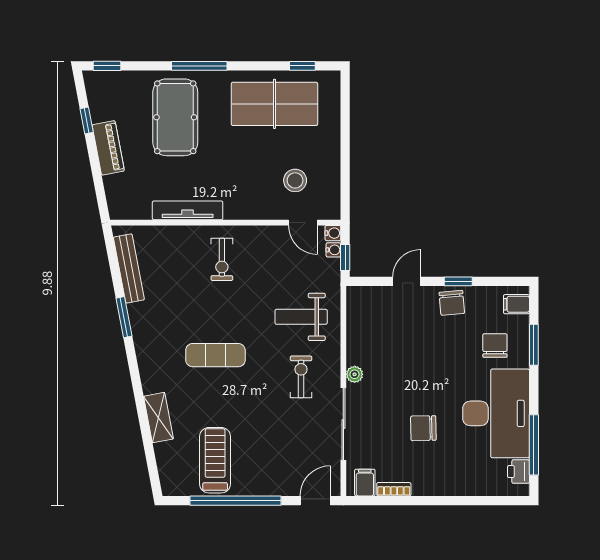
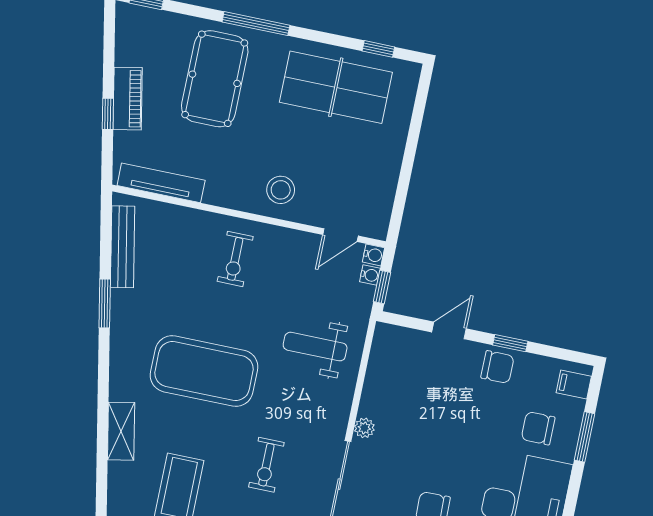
window: (87, 120) -> (108, 114), moved
stool: (295, 180) -> (281, 190), moved
tv unit: (188, 210) -> (161, 183), moved
door: (303, 223) -> (340, 235), hinge flipped
chair: (452, 303) -> (497, 367), turned -85
chair: (495, 346) -> (538, 428), turned -90
exercise mat: (215, 355) -> (204, 371), width x2.00, depth x1.45
exercise bike: (301, 377) -> (266, 465), moved, turned 180

